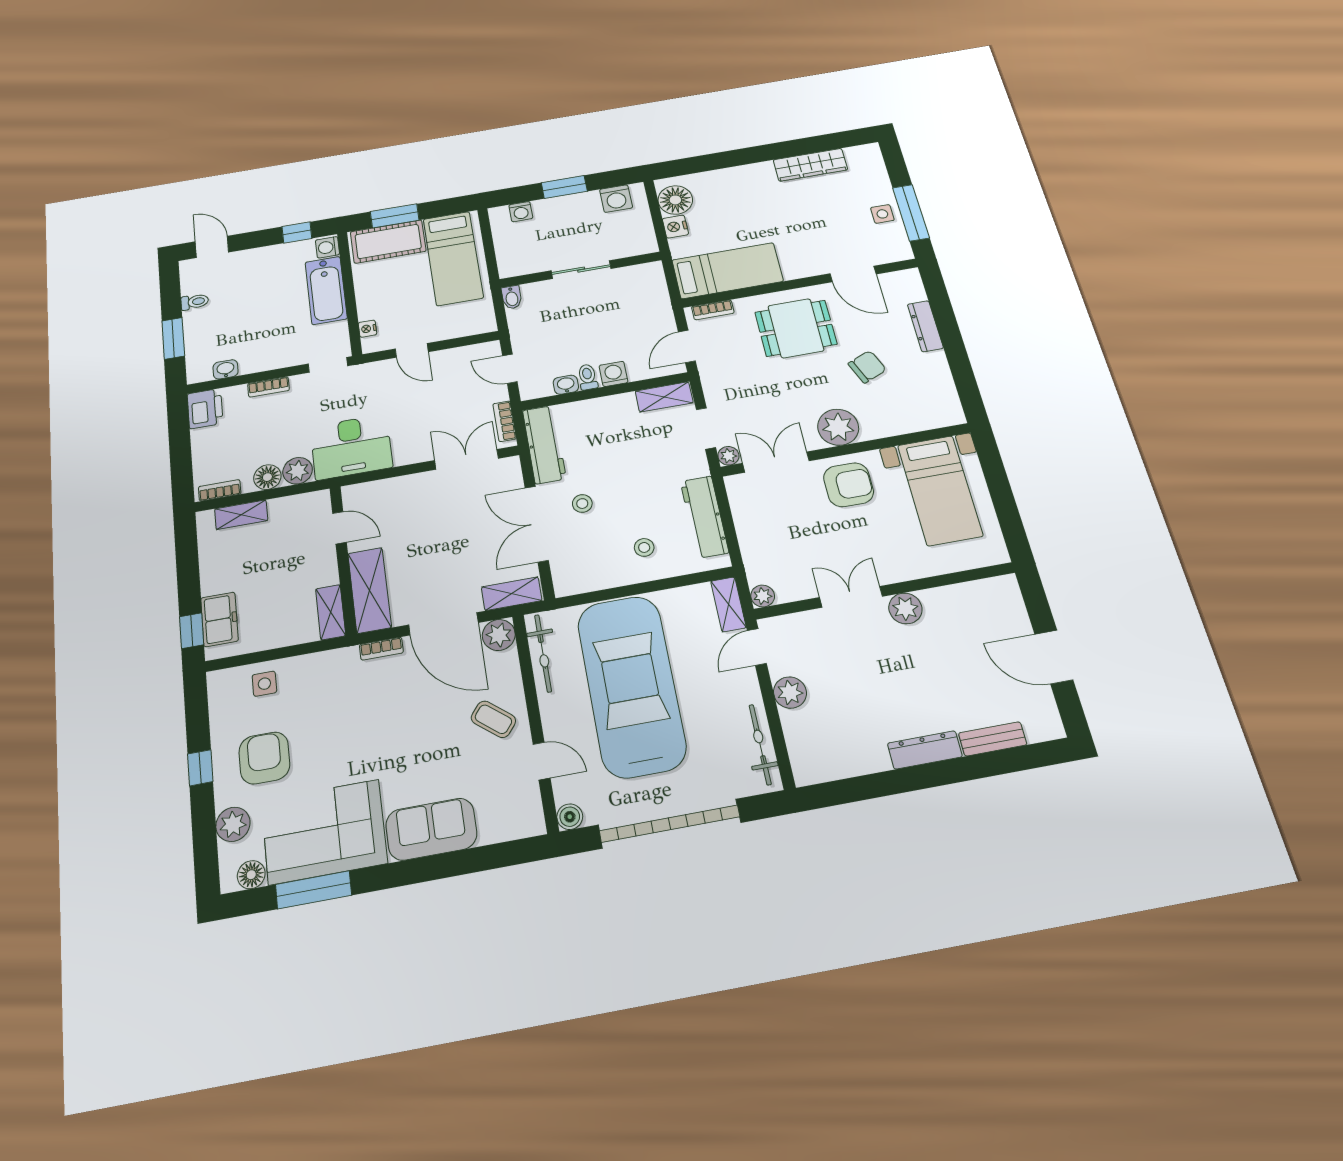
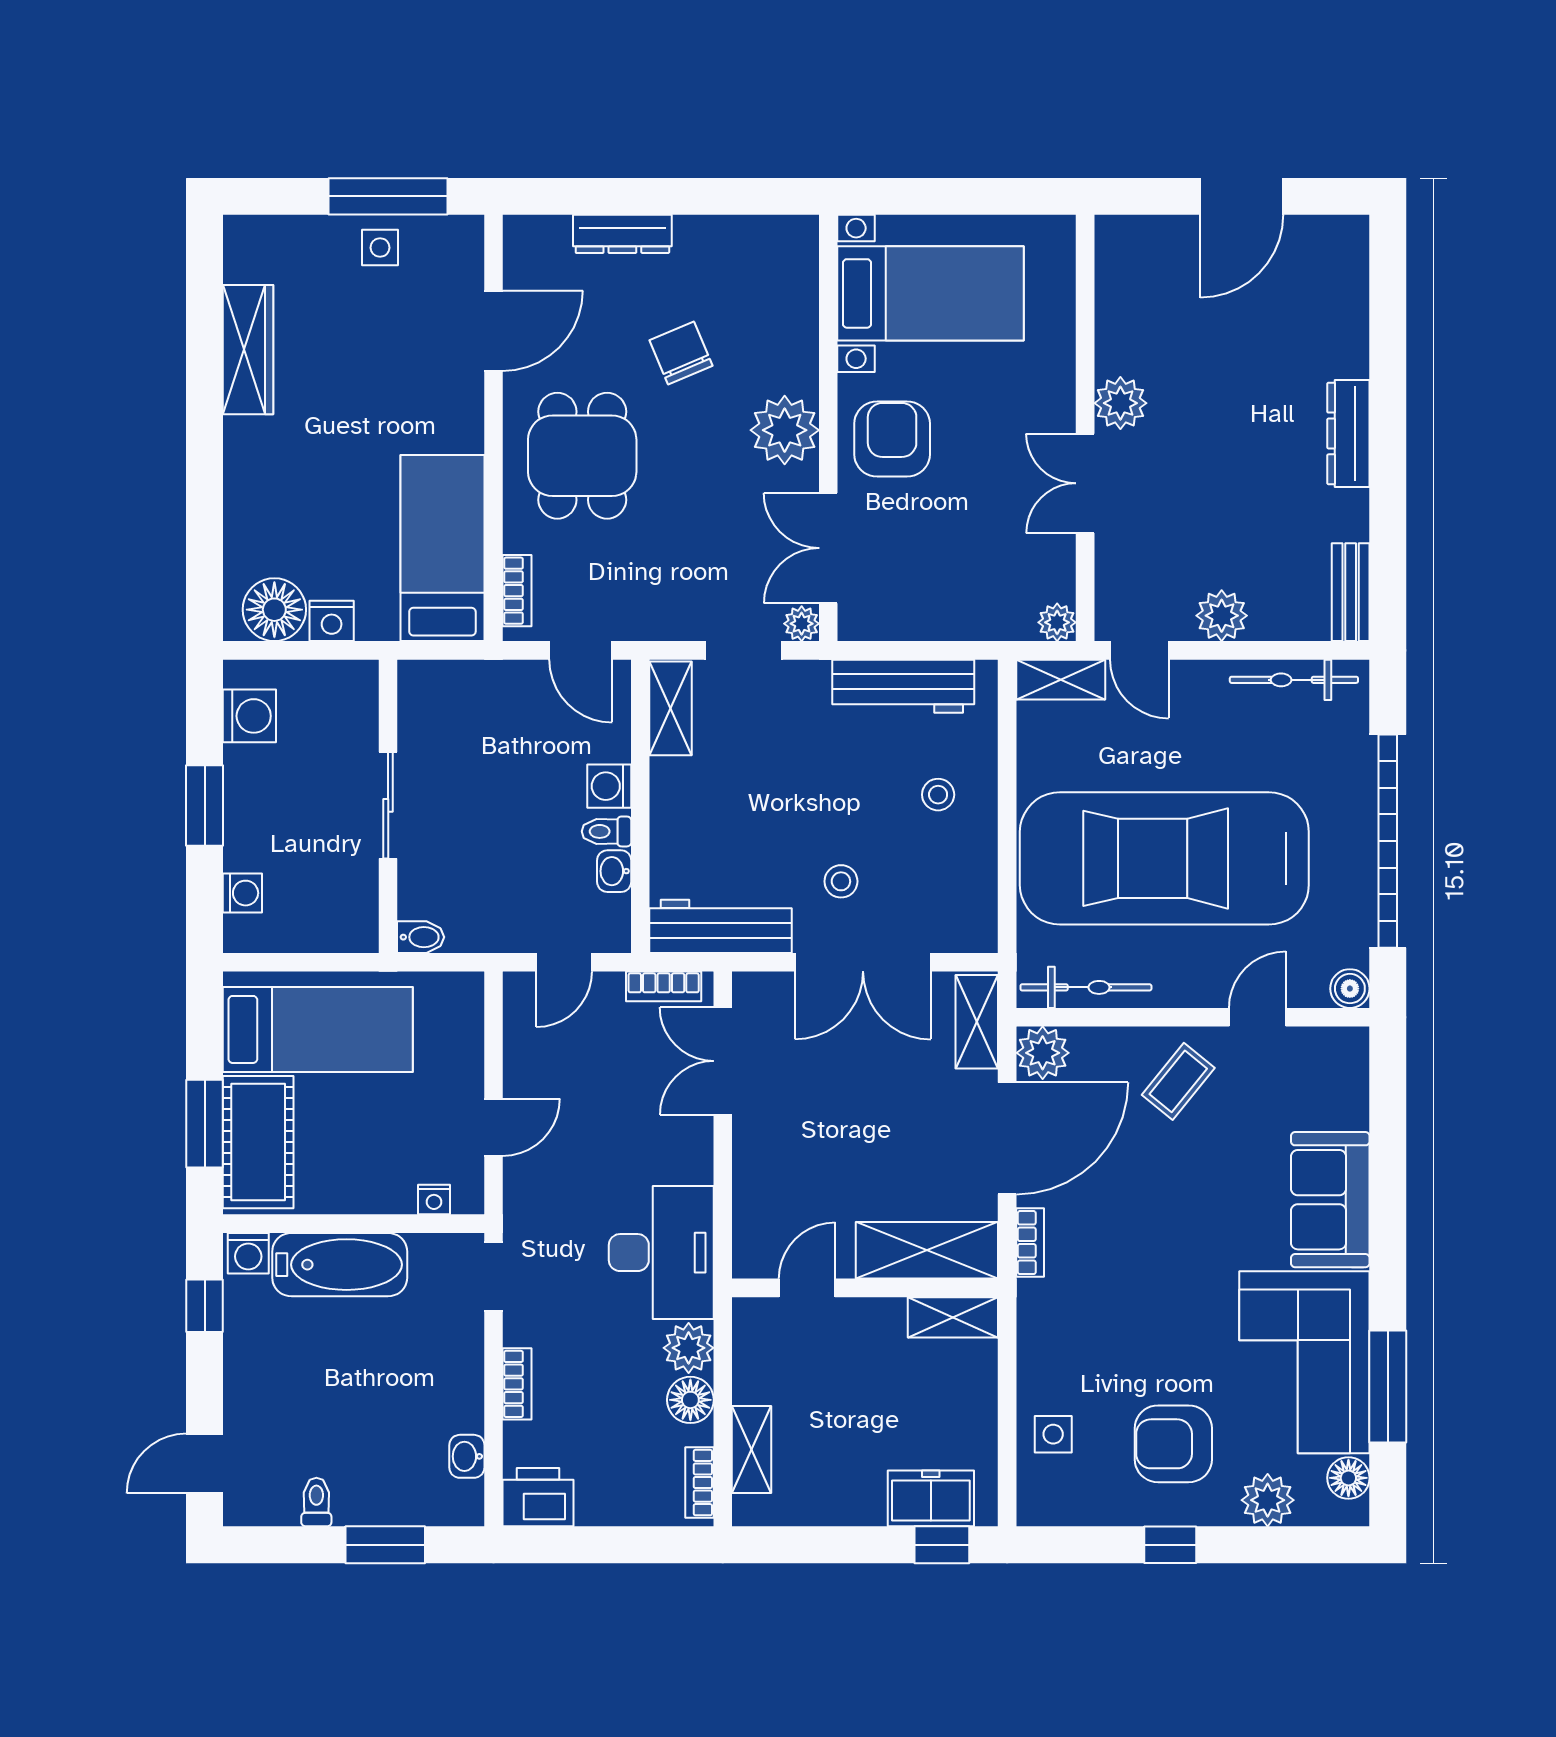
bench: (993, 739) -> (1351, 592), moved

